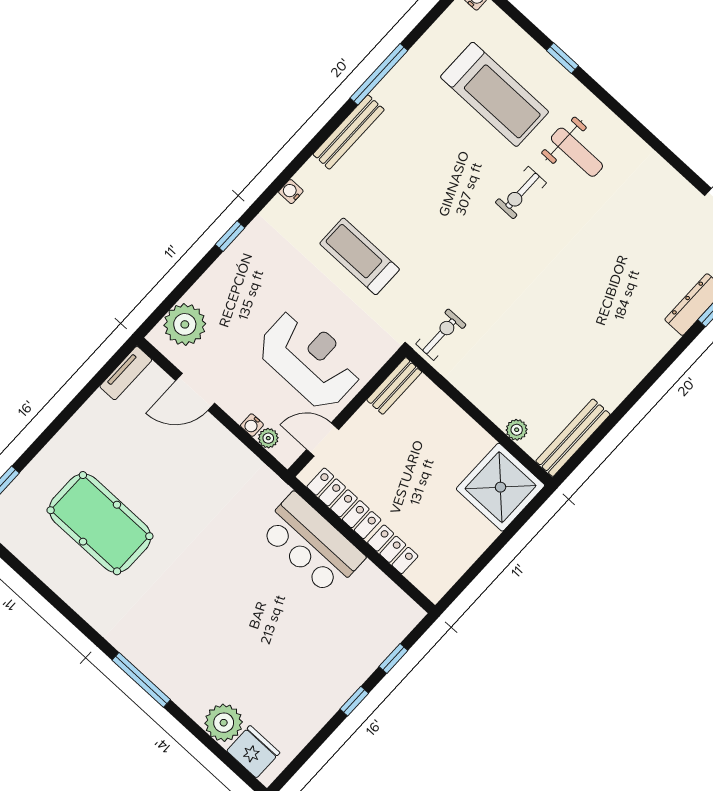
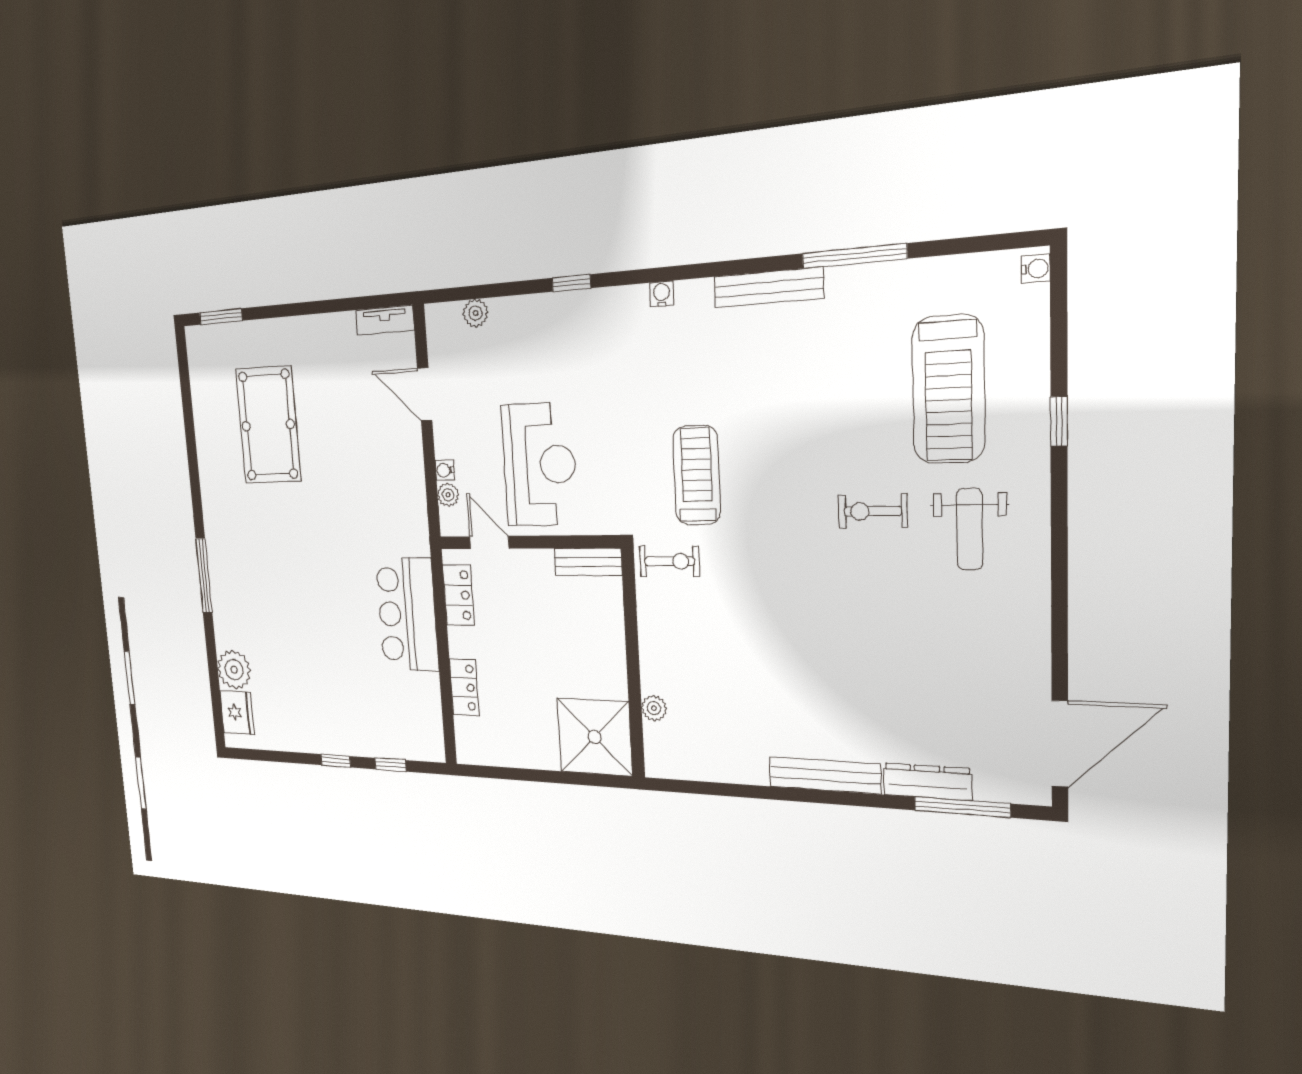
treadmill: (360, 256) -> (697, 476), moved
plant: (185, 324) -> (475, 313), width x0.53, depth x0.53
bench: (573, 438) -> (824, 775), moved
locker: (344, 503) -> (458, 595), width x0.66

